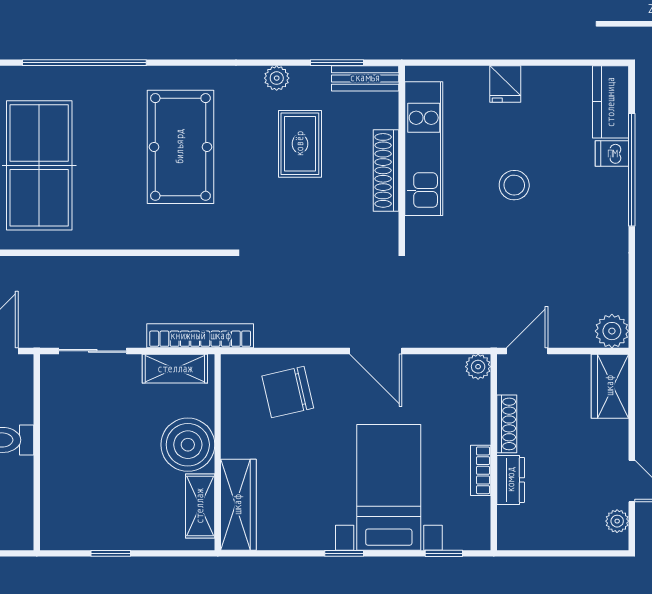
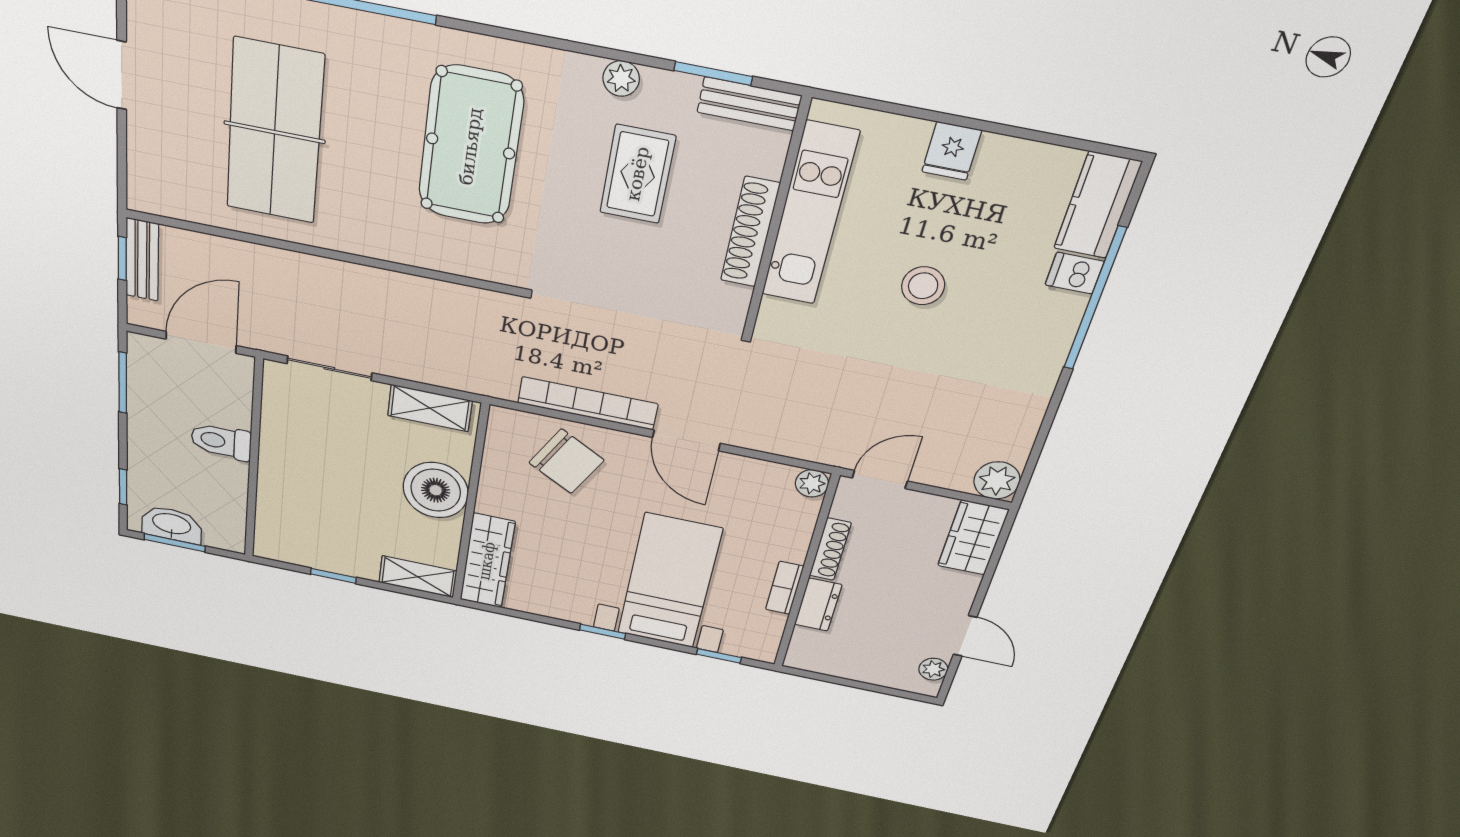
bookcase: (200, 336) -> (588, 403), moved
chair: (288, 392) -> (566, 461), turned -138
shelving: (200, 506) -> (418, 577), moved, turned 90

